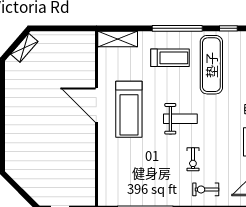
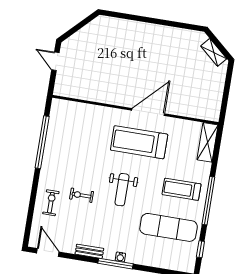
treadmill: (170, 58) -> (181, 189), turned 90

